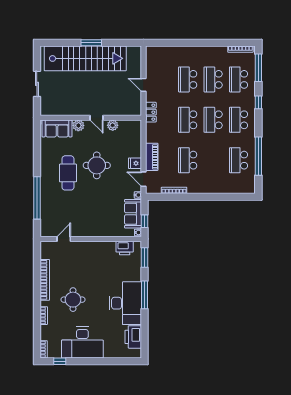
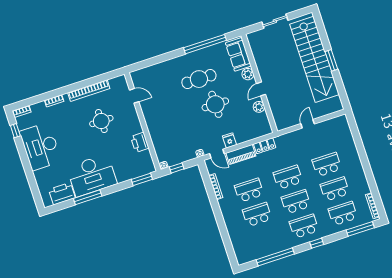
window: (258, 102) -> (317, 243), moved
locker: (151, 112) -> (265, 146), moved
school desk: (239, 160) -> (257, 215), moved
door: (143, 179) -> (217, 154), swing flipped
window: (37, 198) -> (205, 44), moved
sofa: (133, 214) -> (180, 154), removed
printer: (125, 248) -> (140, 142), moved
window: (145, 295) -> (88, 197), moved
round table: (73, 300) -> (101, 121), moved

